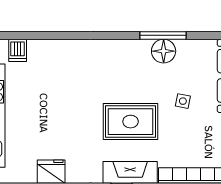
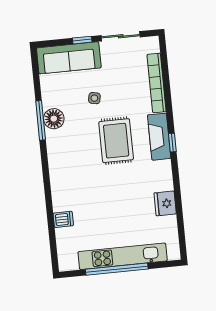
dishwasher: (18, 50) -> (63, 219), moved

